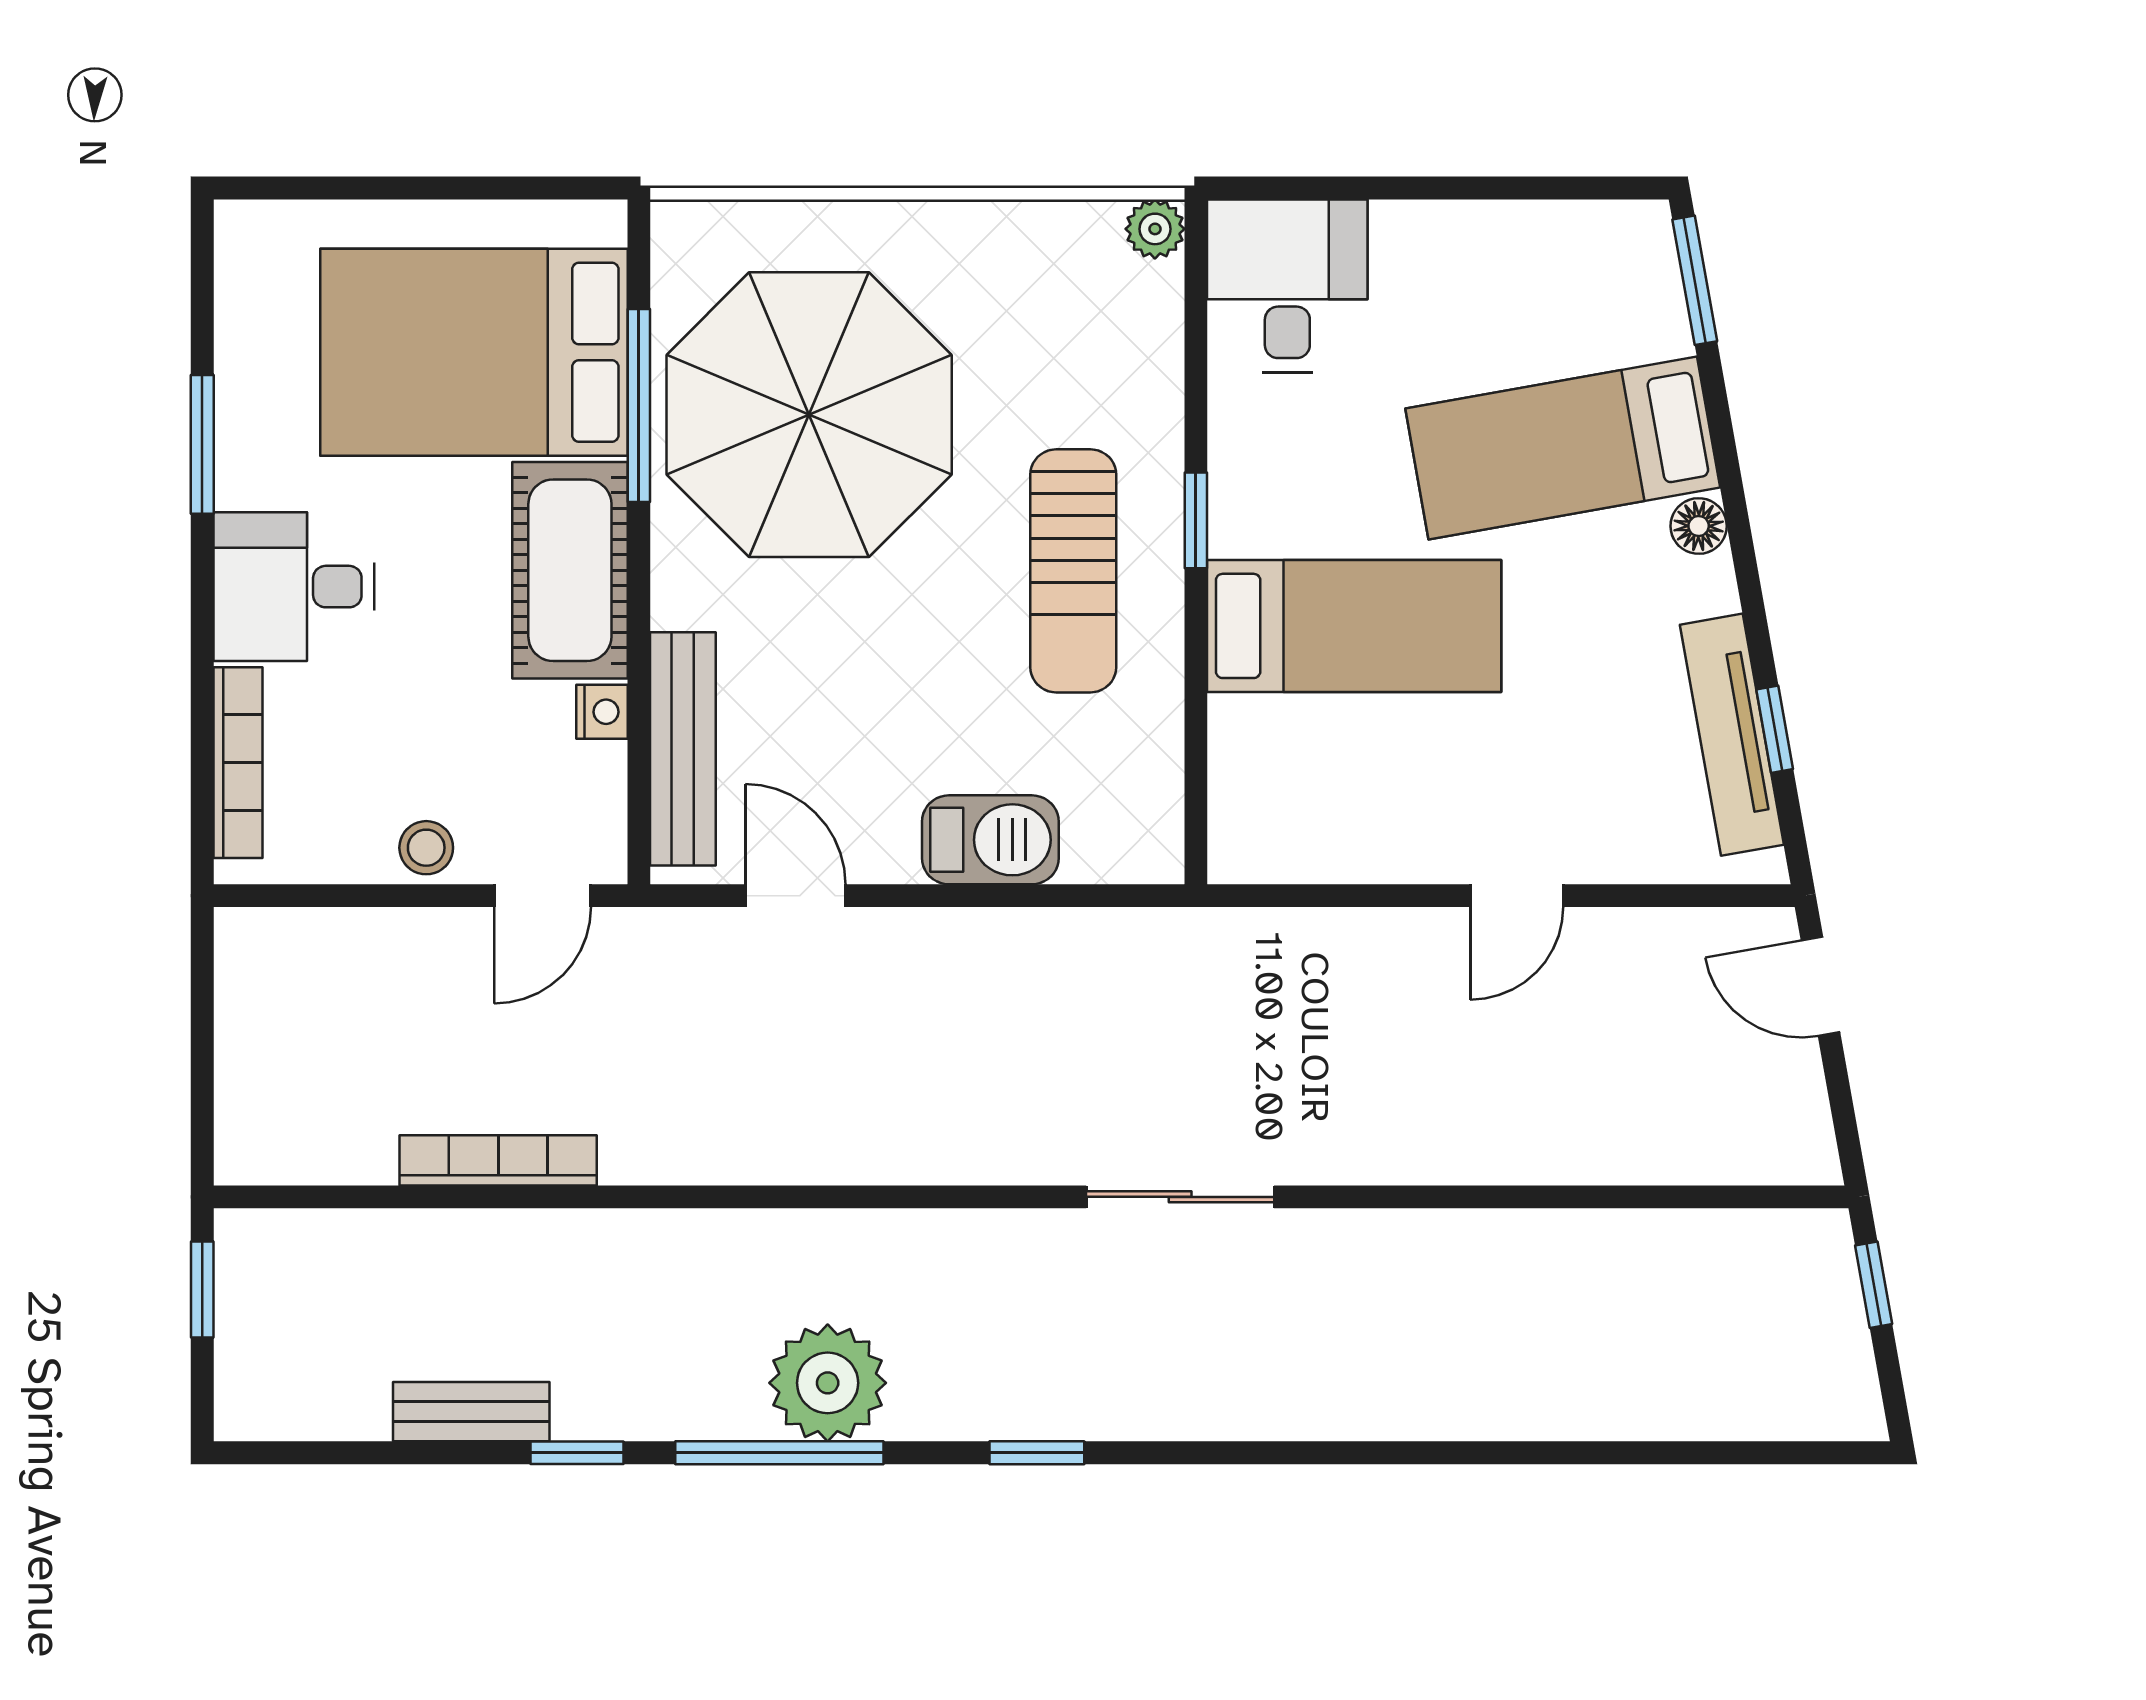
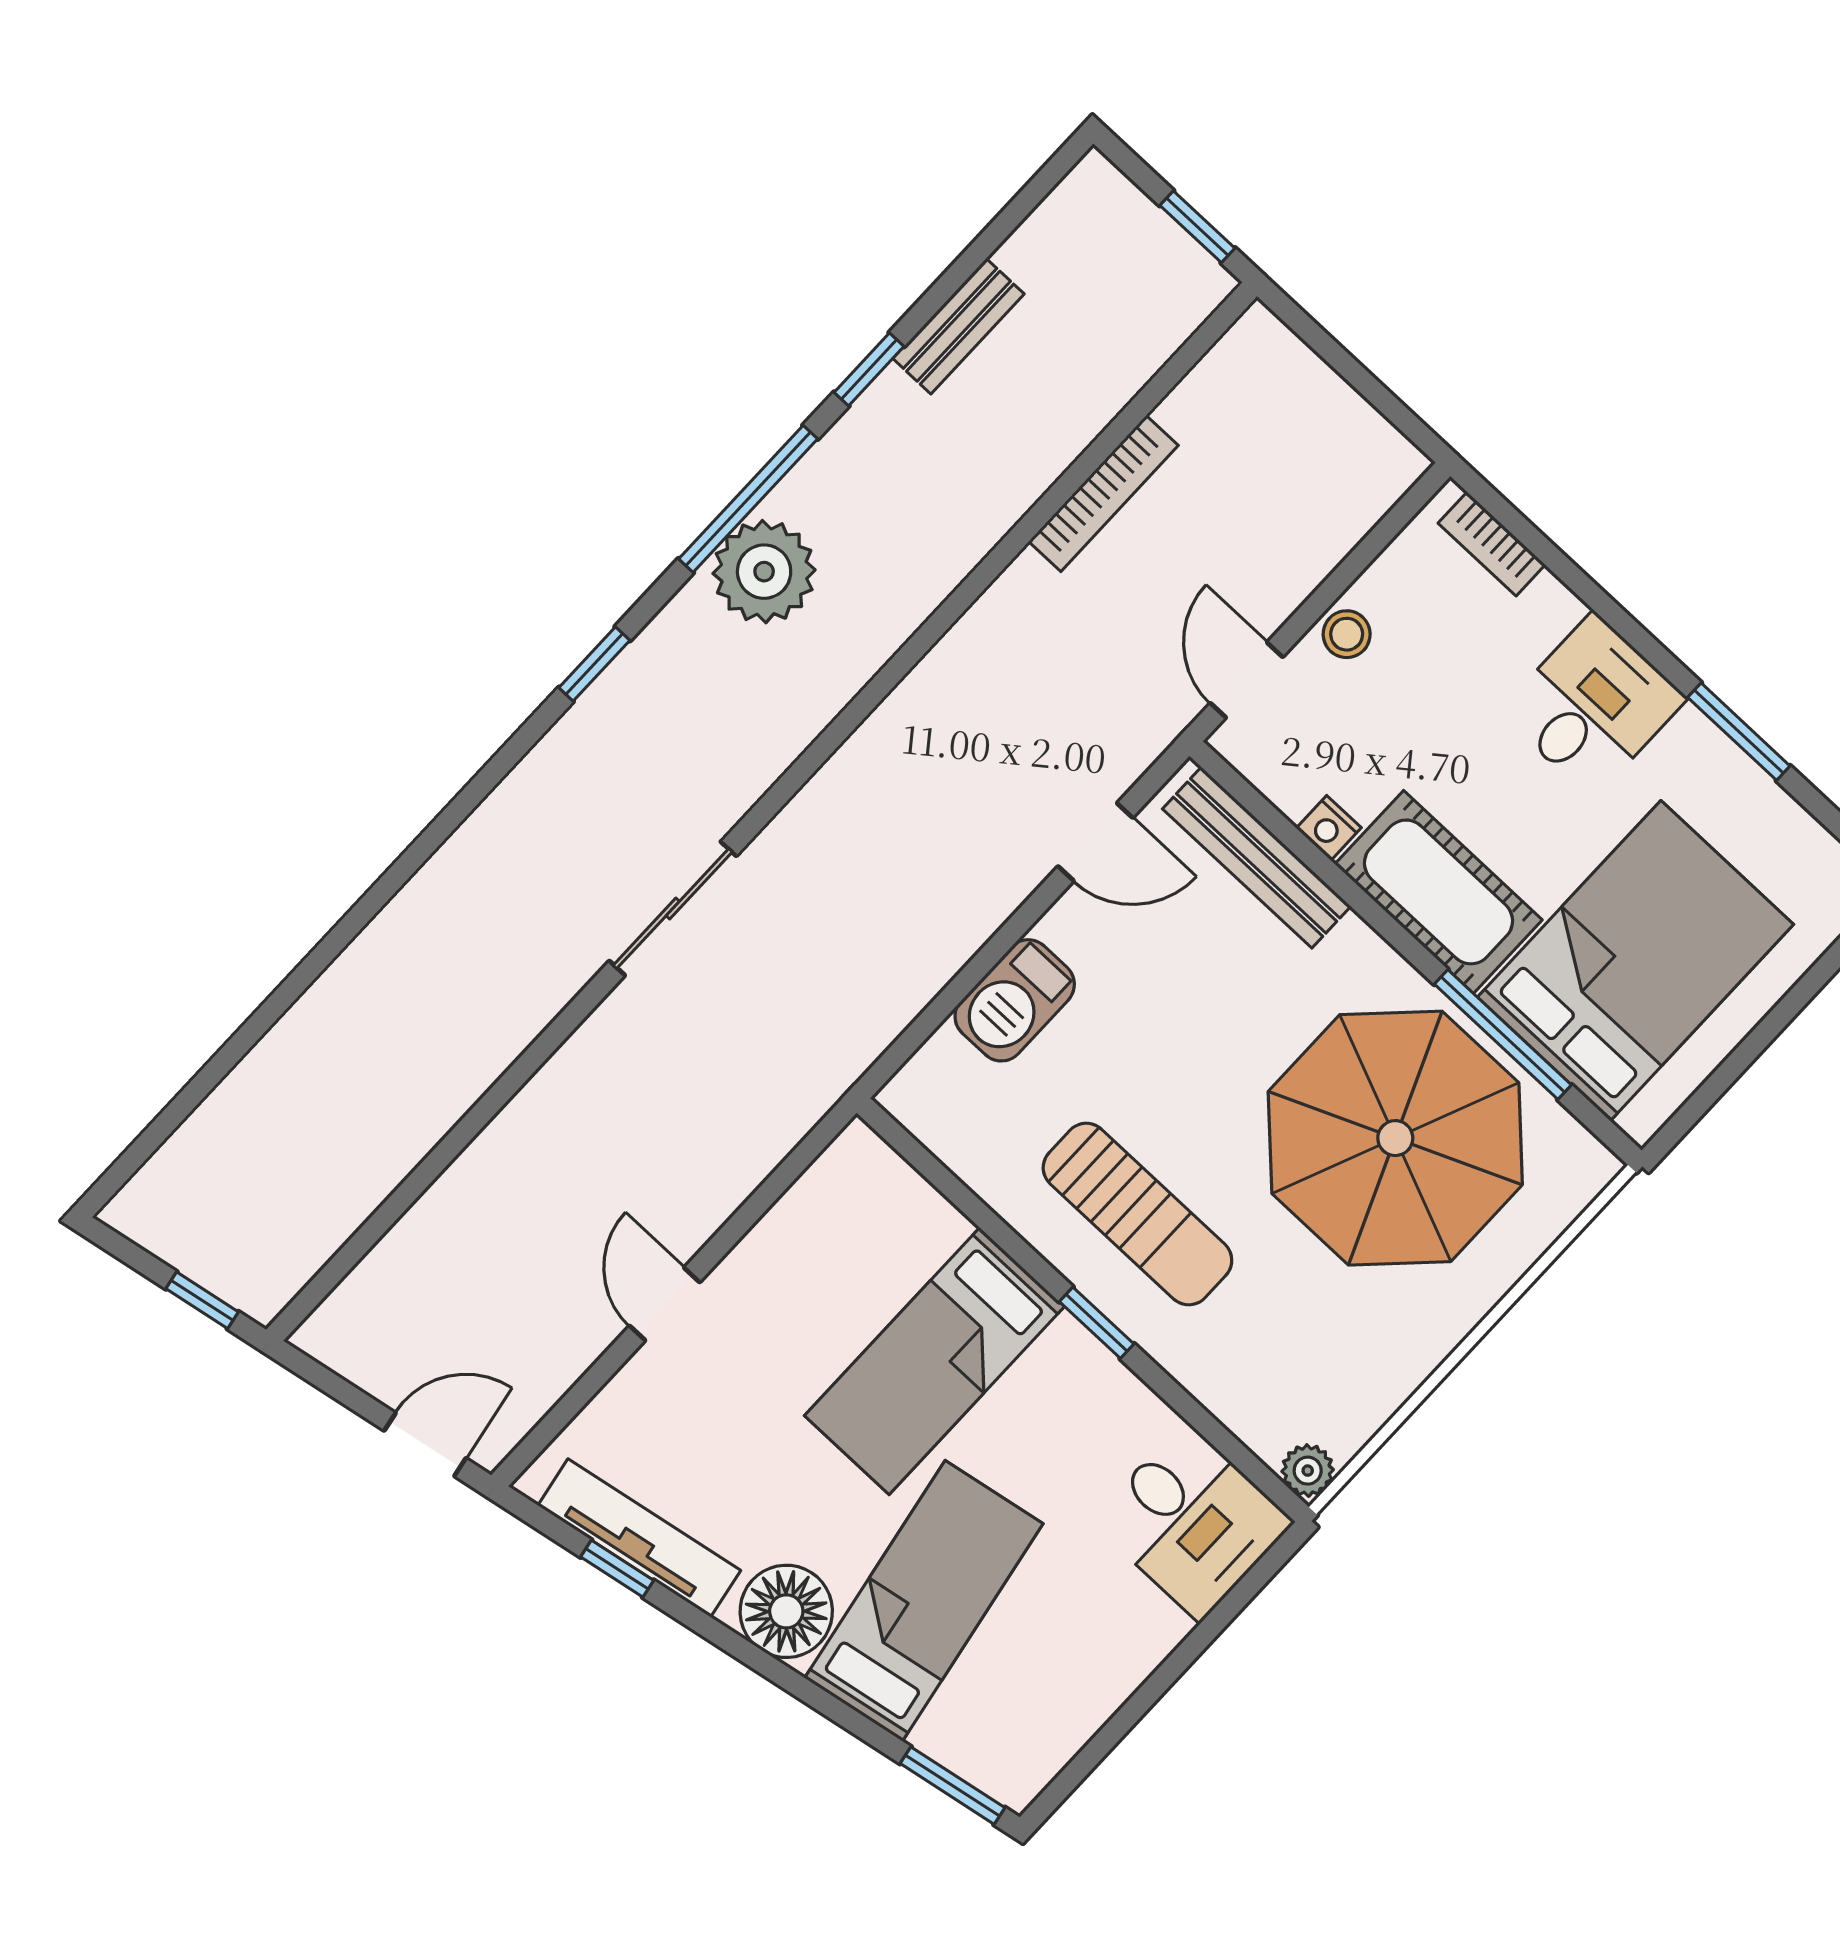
floor lamp: (1699, 526) -> (786, 1611), width x1.89, depth x1.89
sun lounger: (1073, 571) -> (1137, 1214), turned 180
bookcase: (238, 763) -> (1492, 544), width x0.64

